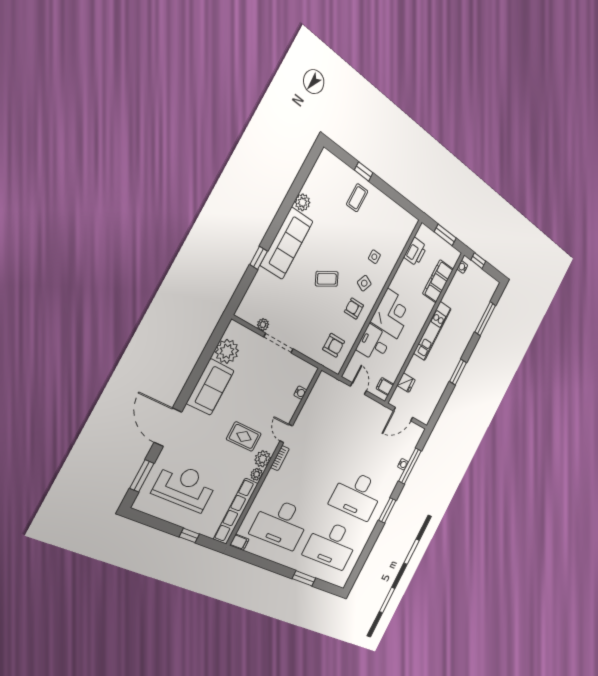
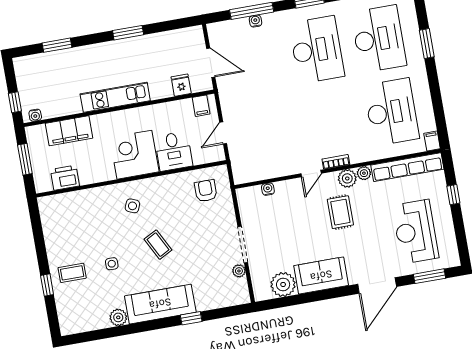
side table: (374, 257) -> (112, 264), moved
armchair: (354, 309) -> (161, 197), removed
window: (485, 319) -> (57, 45), width x0.69

